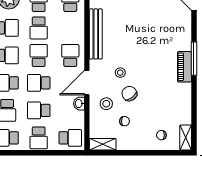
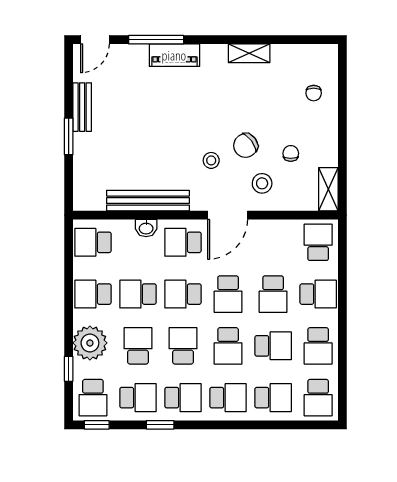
school desk: (39, 28) -> (138, 294), turned 180
window: (194, 59) -> (156, 40), moved
piano: (184, 67) -> (174, 55), moved
door: (87, 83) -> (228, 215), hinge flipped
washbasin: (79, 104) -> (146, 228), moved
shelving: (186, 137) -> (249, 53), moved

